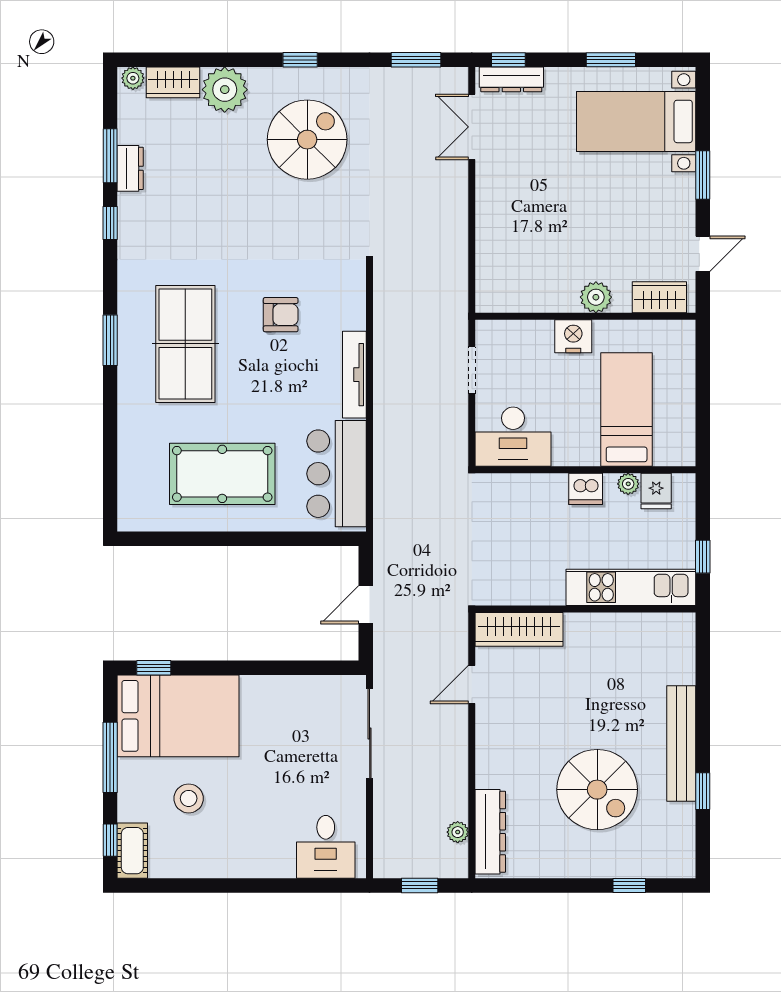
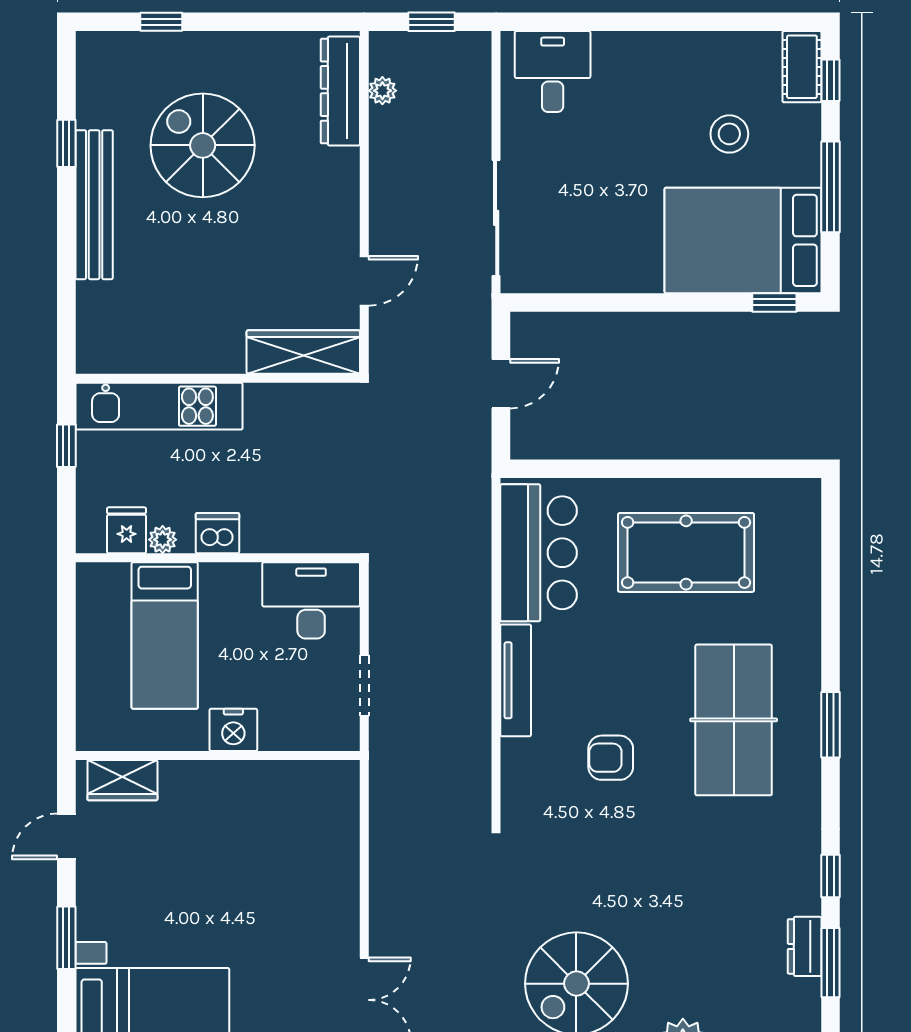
plant: (596, 297) -> (204, 780), removed

